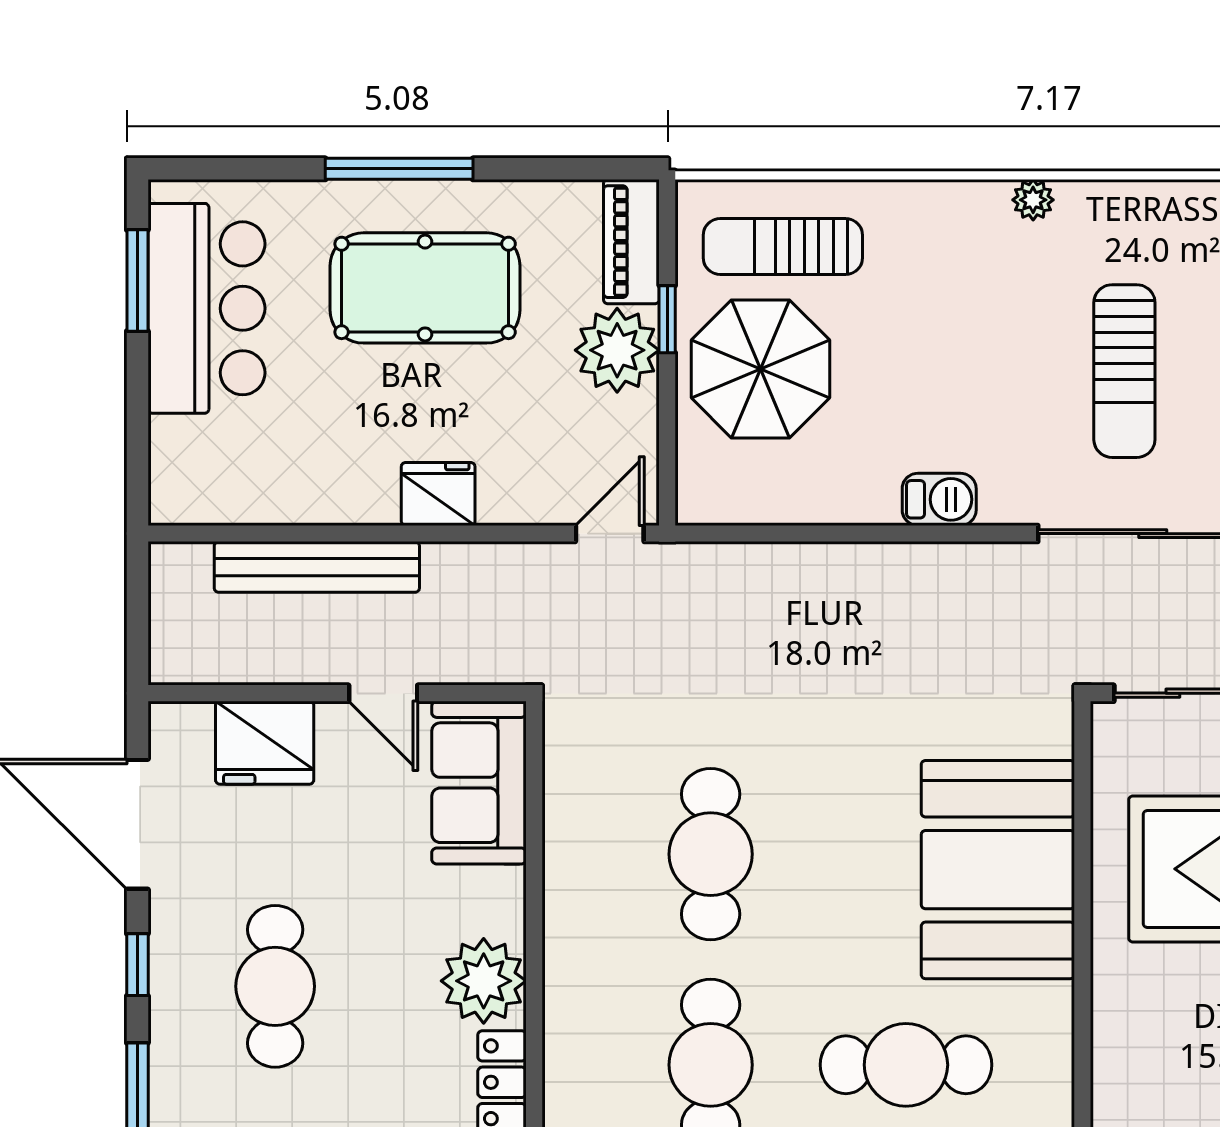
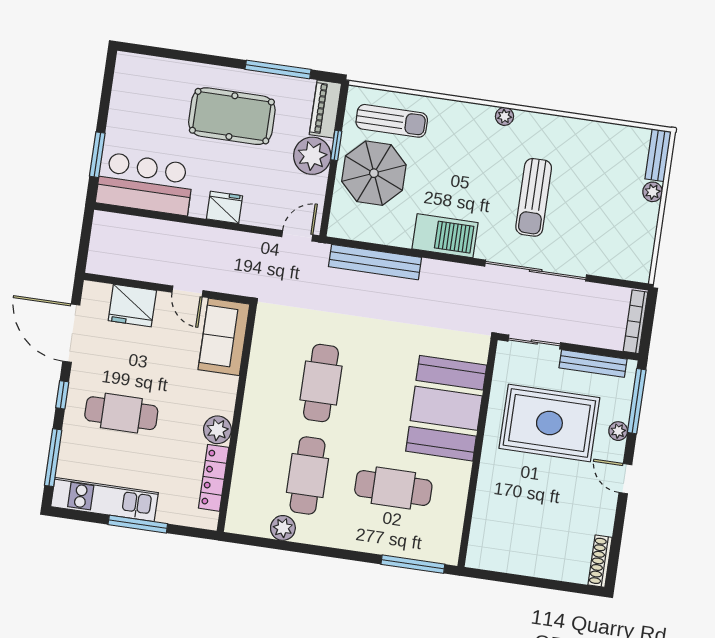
window: (399, 169) -> (278, 69), moved
sun lounger: (783, 247) -> (392, 121), turned 180
window: (137, 280) -> (97, 155), moved
bar counter: (206, 308) -> (145, 184), moved, turned -90
barbecue: (939, 499) -> (445, 236), width x1.88, depth x1.53
bench: (317, 567) -> (375, 262), moved
plant: (484, 981) -> (217, 430), width x0.73, depth x0.73
cafe table: (275, 986) -> (121, 413), turned 90

